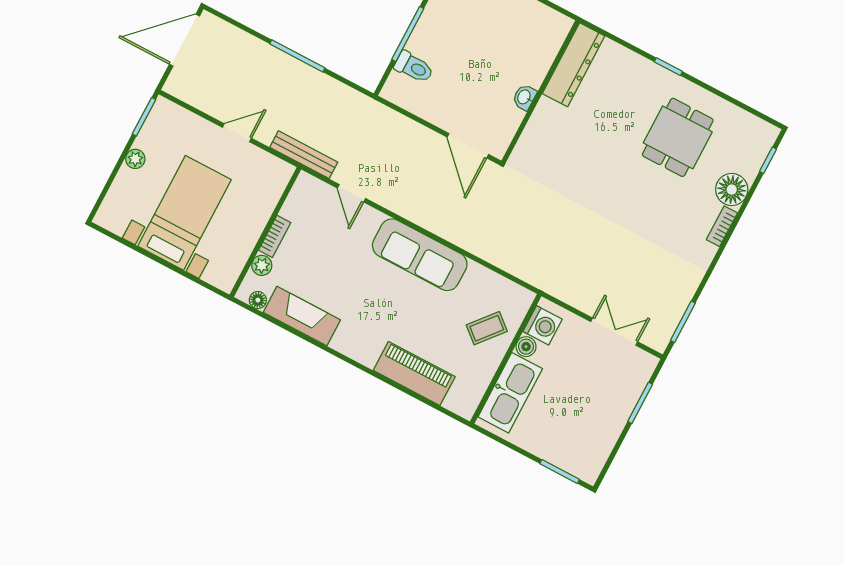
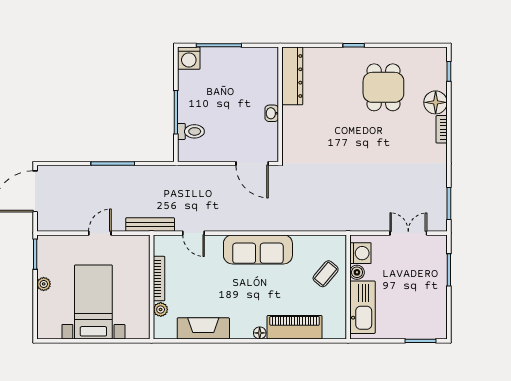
bookcase: (275, 236) -> (159, 279), width x1.56
floor lamp: (258, 300) -> (260, 333), moved

